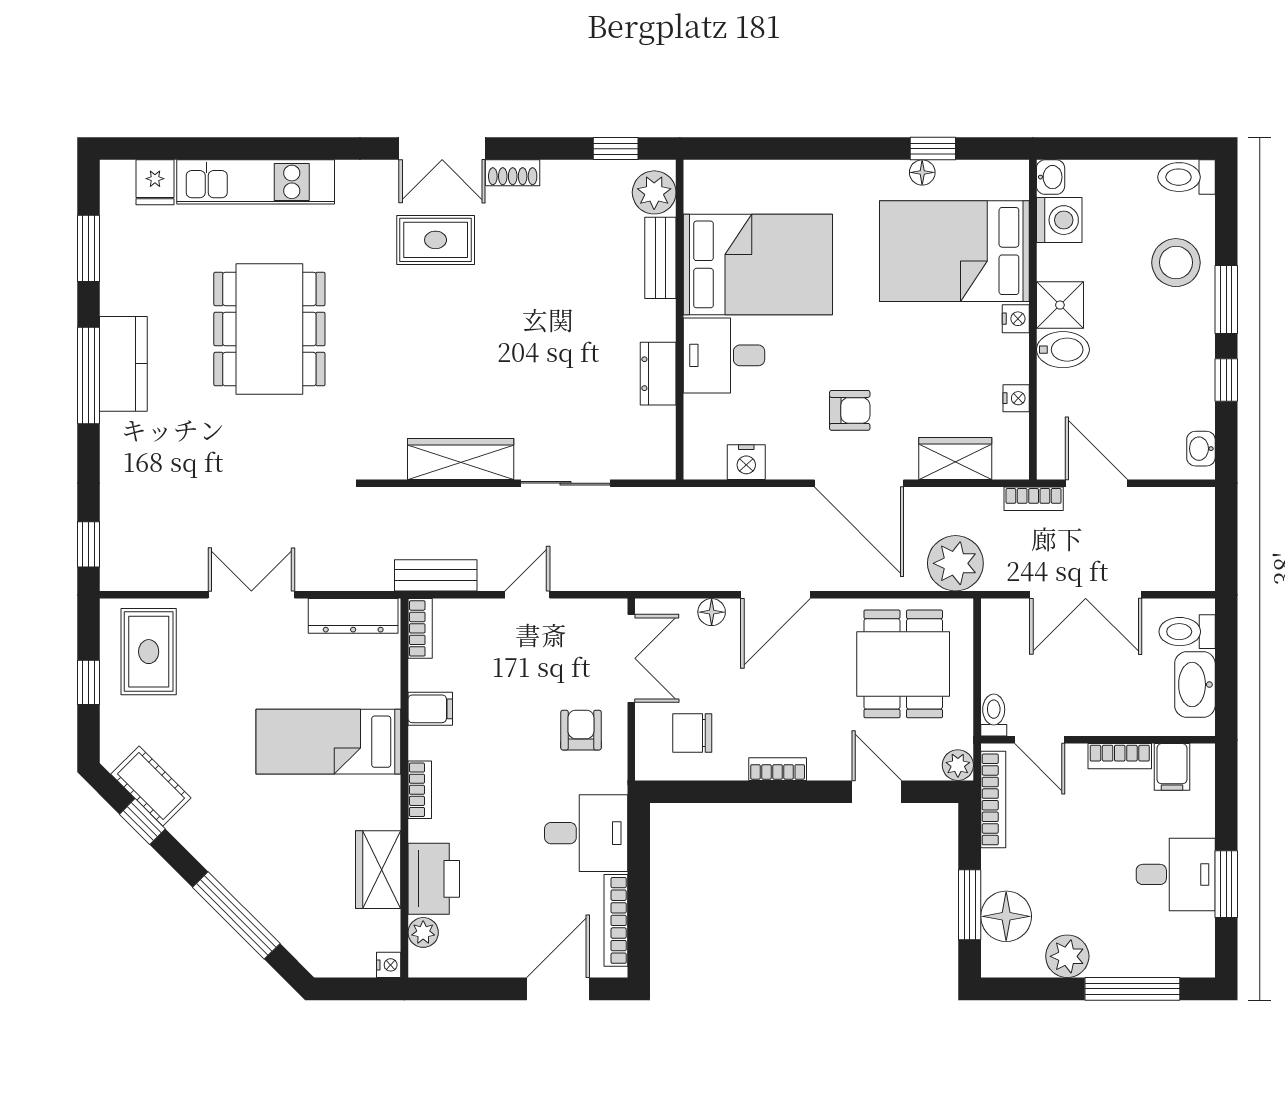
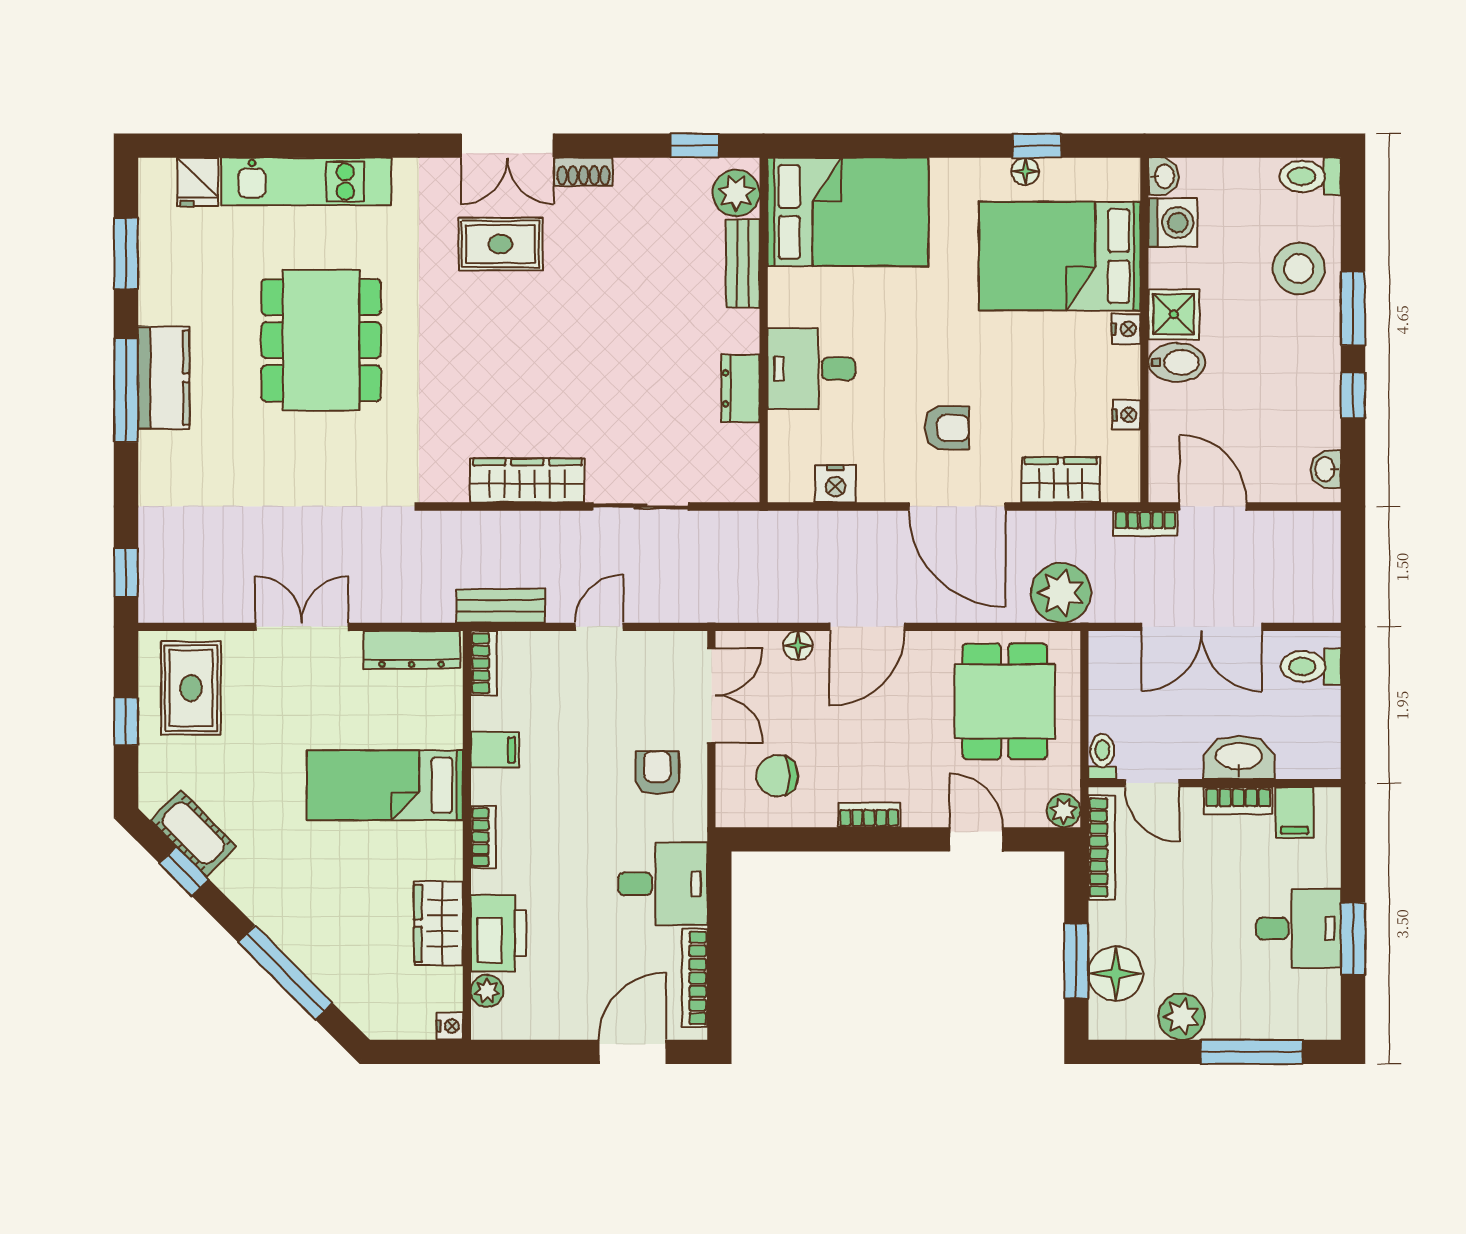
bed: (758, 264) -> (848, 212), moved
washbasin: (1195, 685) -> (1239, 757), moved, turned 90

